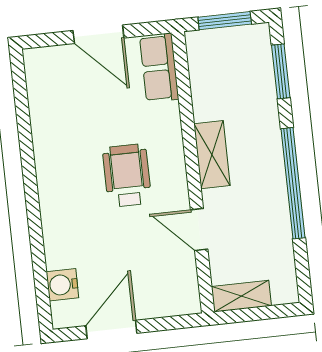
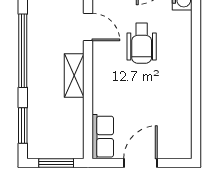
door: (98, 34) -> (140, 163), hinge flipped
wheelchair: (127, 175) -> (142, 43), moved

